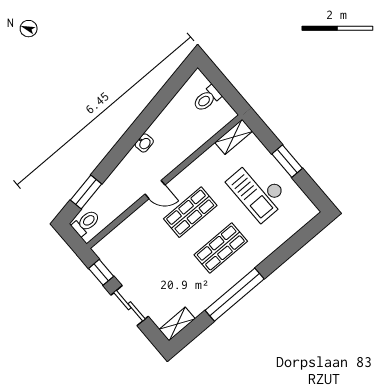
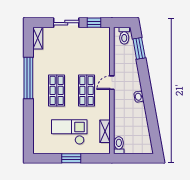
toilet: (207, 99) -> (119, 145), moved
shelving: (234, 137) -> (105, 131), moved

